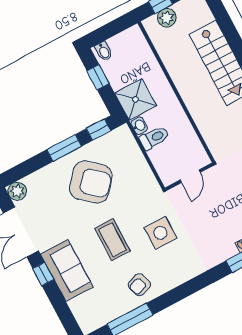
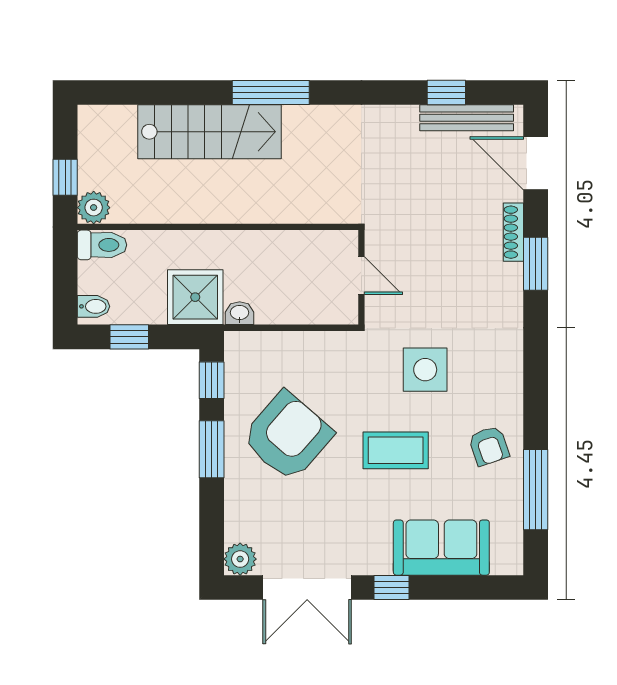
plant: (167, 18) -> (94, 208), moved
toilet: (154, 138) -> (102, 245), moved, turned 90
sofa: (67, 270) -> (441, 548), moved

